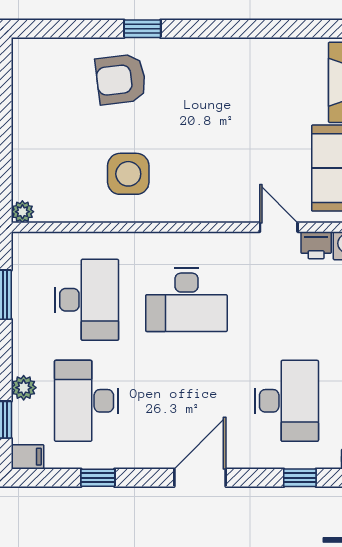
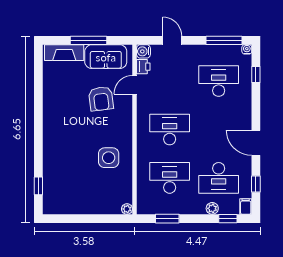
window: (142, 29) -> (38, 186), moved
armchair: (121, 79) -> (101, 99), moved
desk: (186, 300) -> (170, 129), turned -90
window: (98, 478) -> (256, 184), moved
door: (200, 478) -> (256, 143), moved

